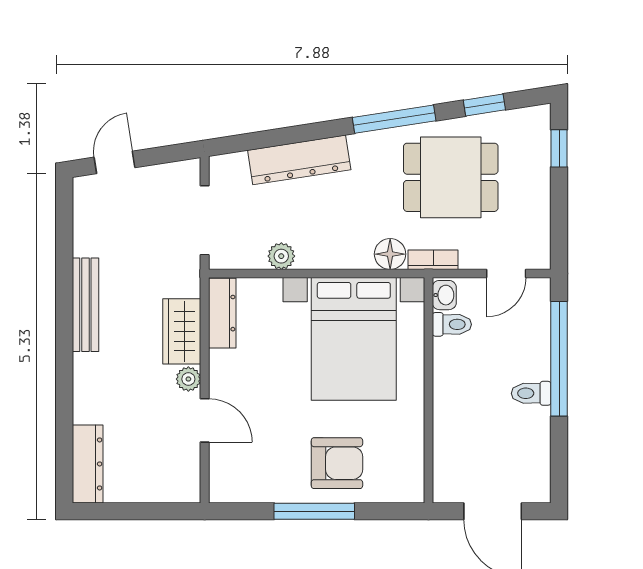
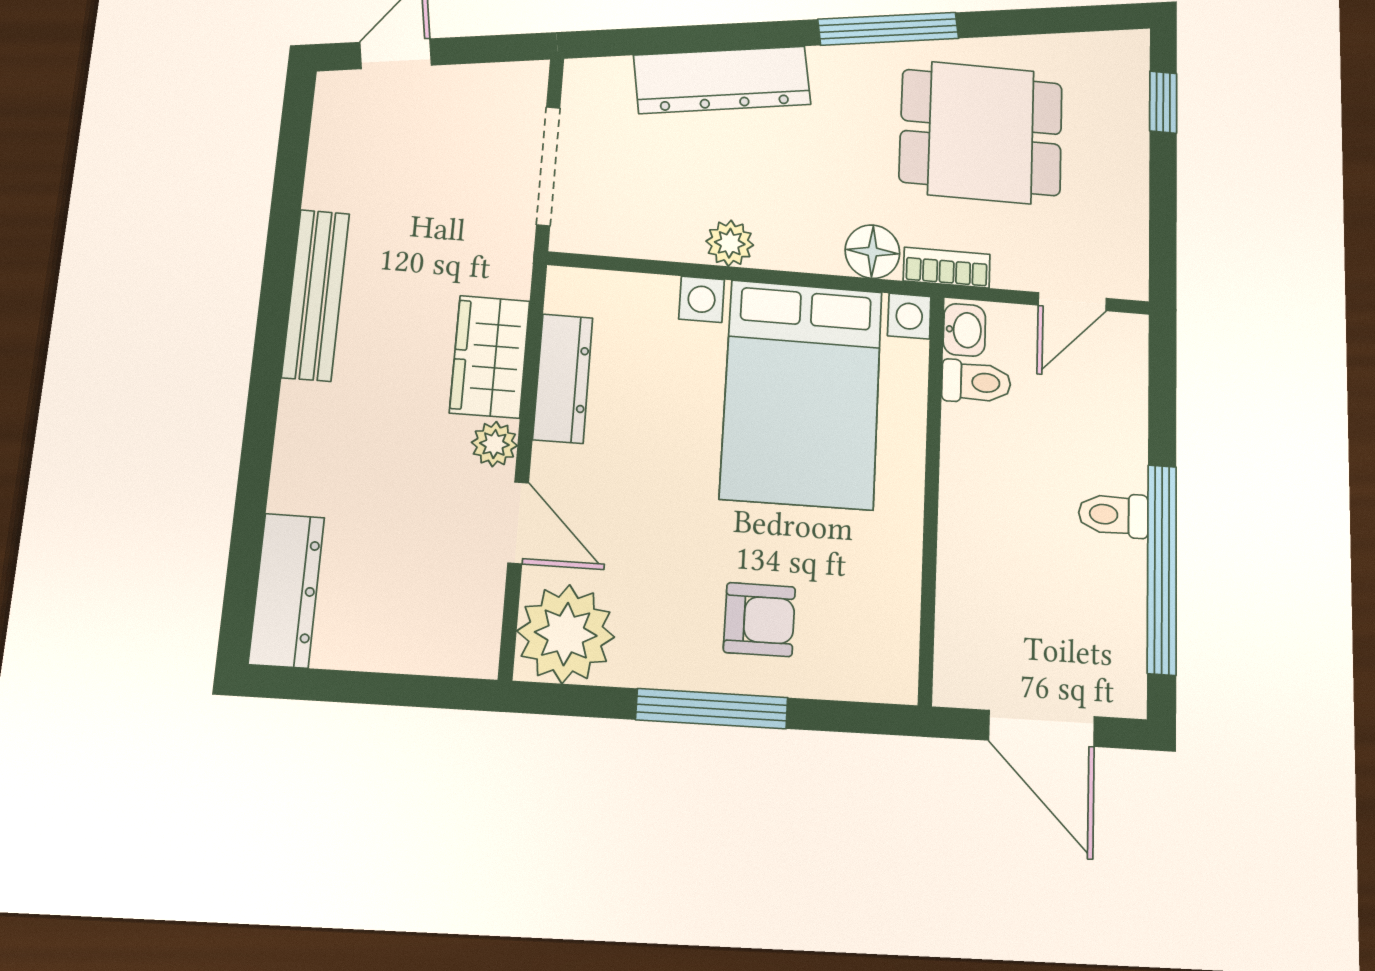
window: (484, 105) -> (1040, 21), removed
plant: (281, 256) -> (730, 243), moved
dresser: (222, 313) -> (563, 378), moved
window: (559, 359) -> (1162, 569), moved
armchair: (337, 463) -> (759, 620), width x0.72, depth x0.72
plant: (234, 477) -> (566, 634), added

